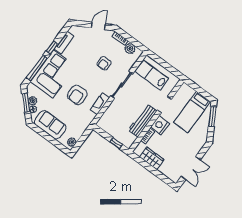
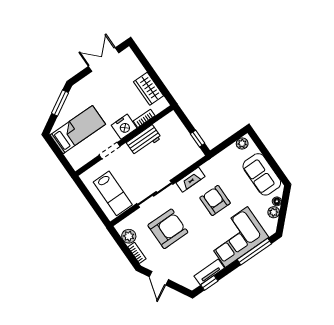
door: (98, 26) -> (159, 278), hinge flipped
window: (52, 47) -> (209, 283), moved
armchair: (104, 63) -> (168, 229), width x1.88, depth x1.88
armchair: (77, 95) -> (215, 200), turned -90
window: (26, 103) -> (283, 212), removed
window: (212, 117) -> (60, 103), moved
workbench: (142, 120) -> (144, 140), width x0.73
window: (116, 143) -> (198, 139), moved

